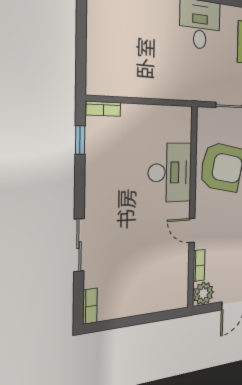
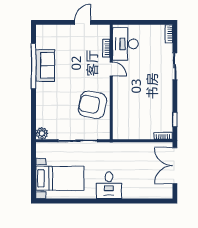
double door: (81, 48) -> (175, 166), added
desk: (170, 173) -> (125, 44), moved
plant: (203, 293) -> (103, 32), removed

